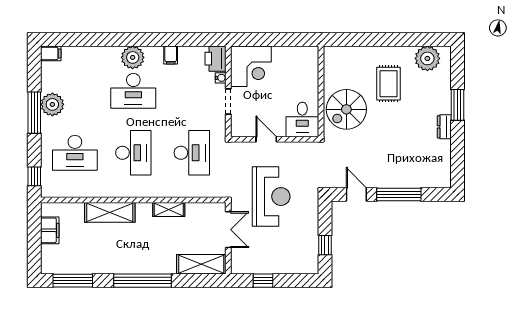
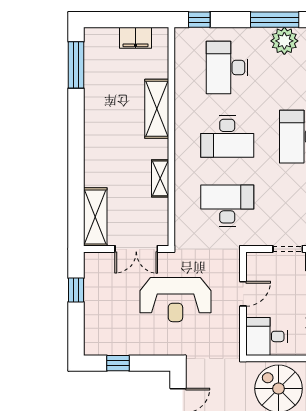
desk: (192, 153) -> (227, 206), turned 180
window: (142, 281) -> (76, 147), removed

